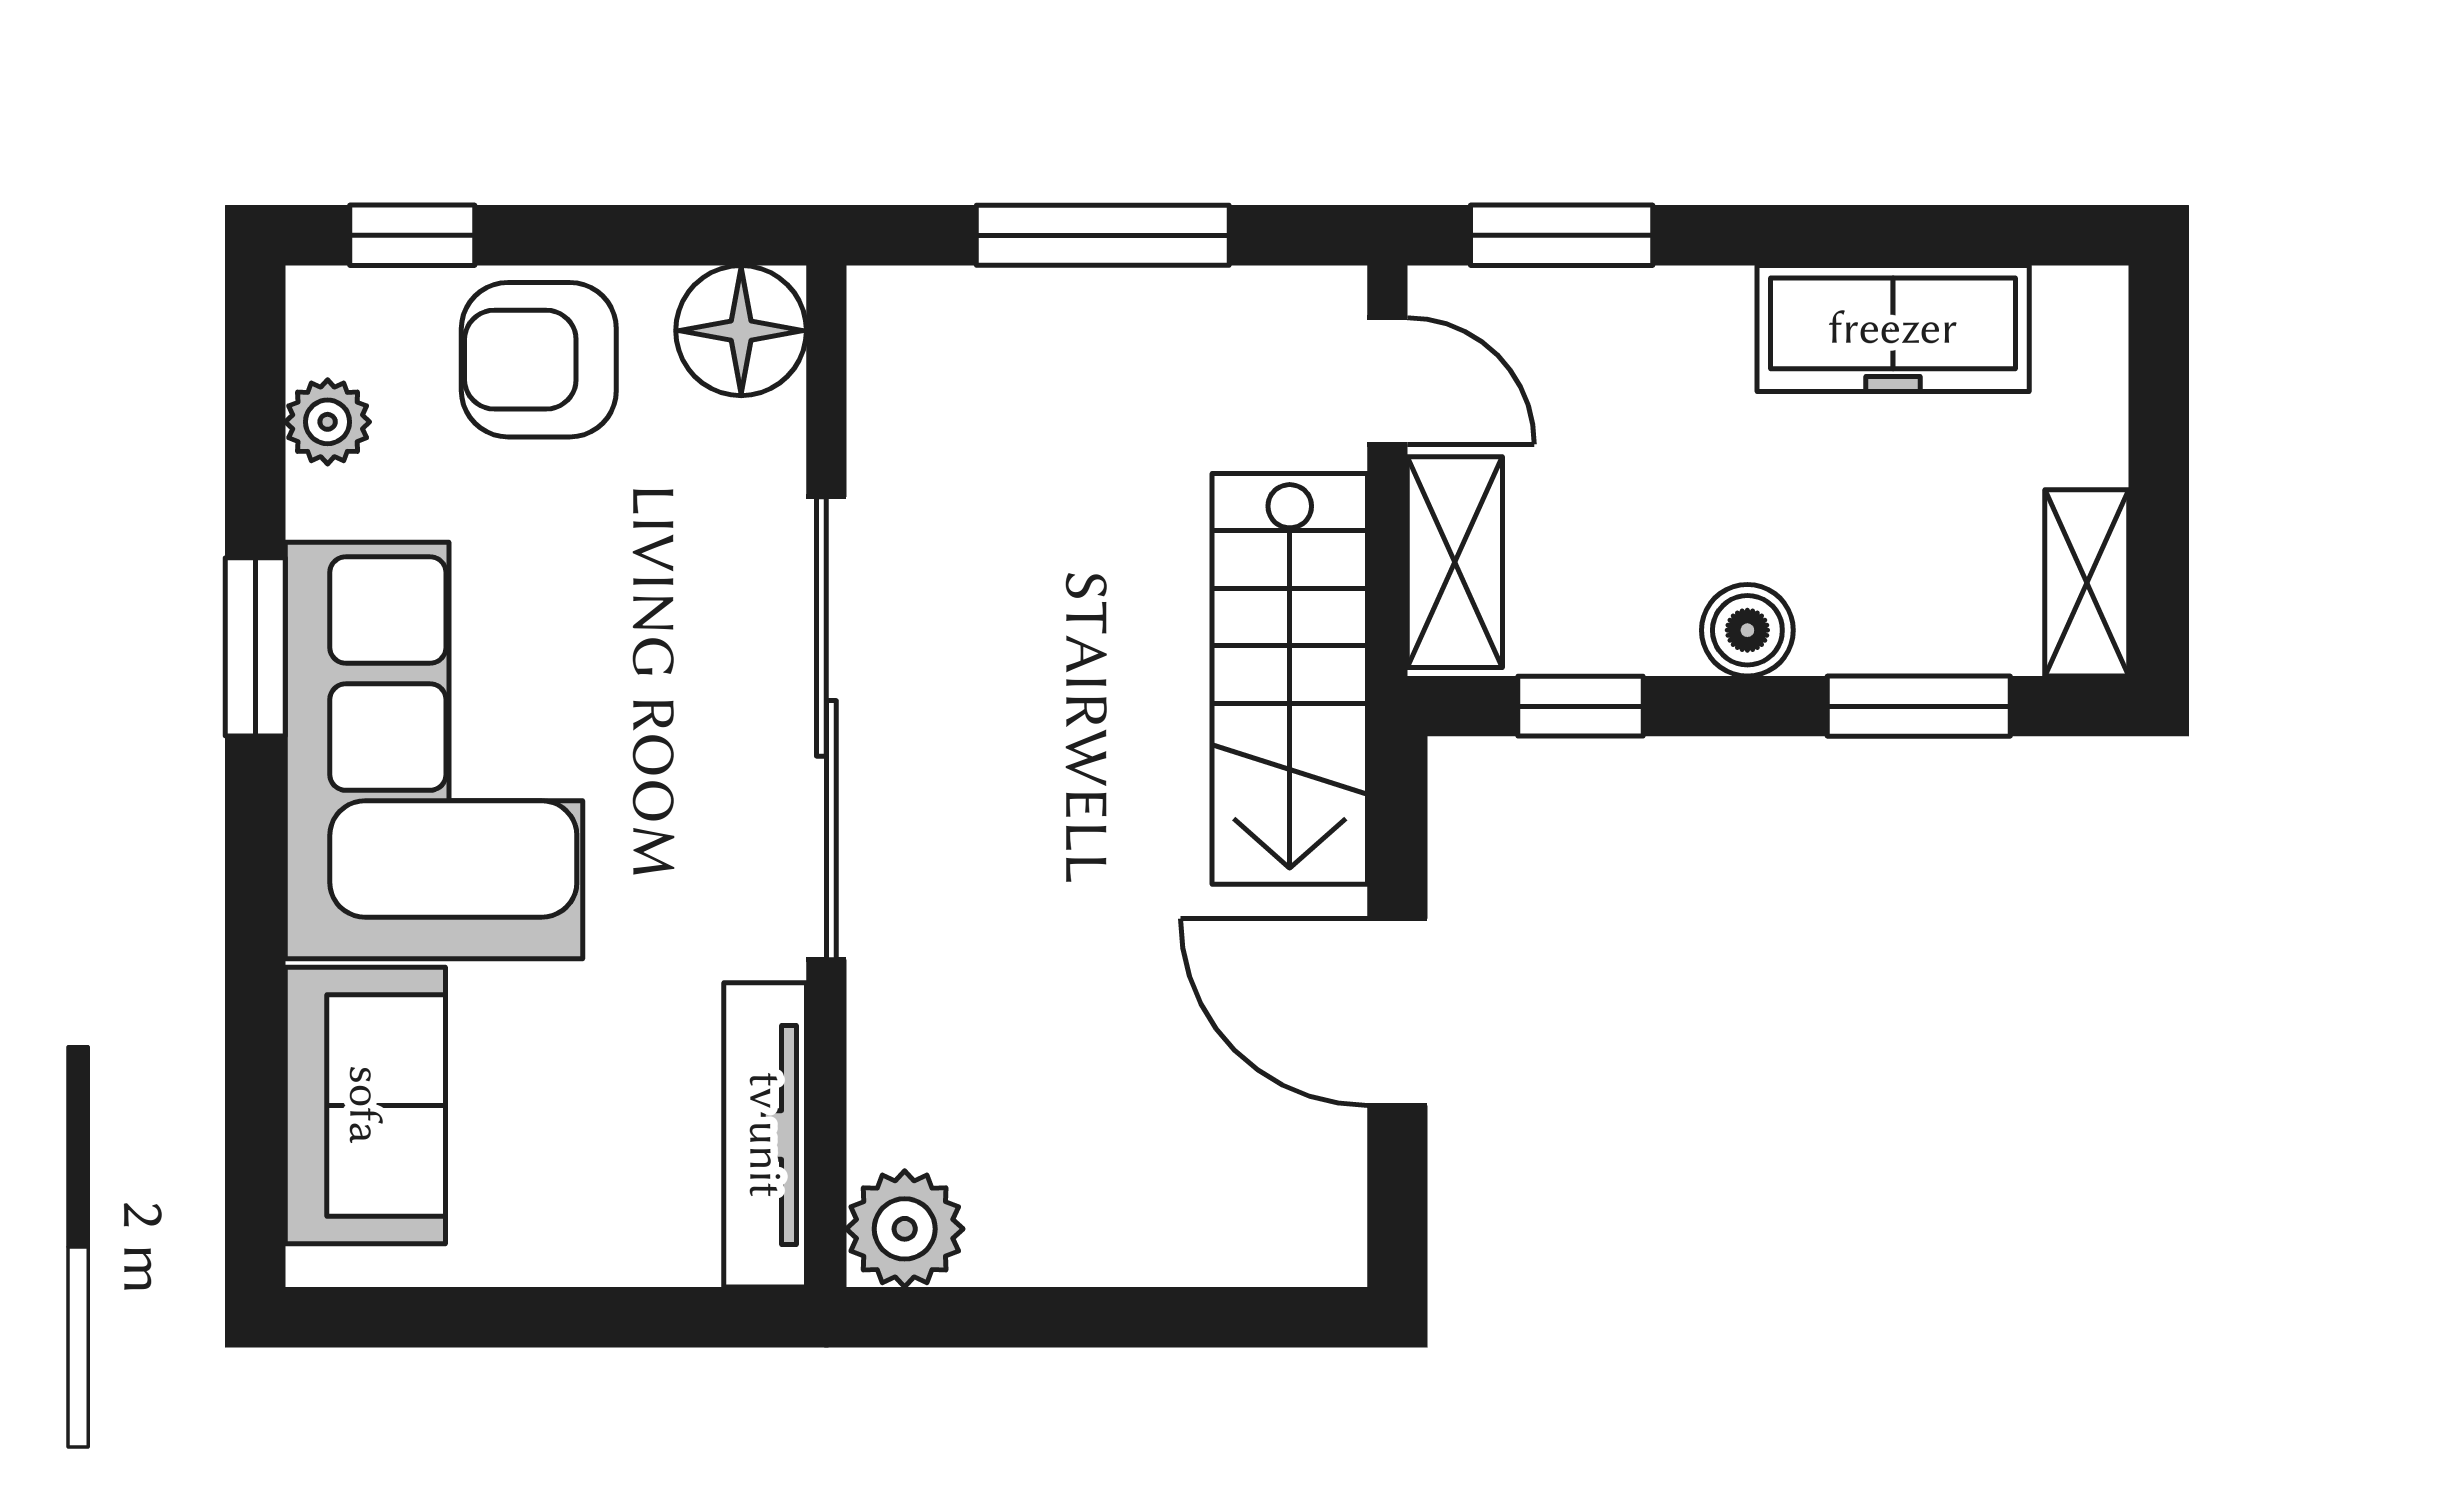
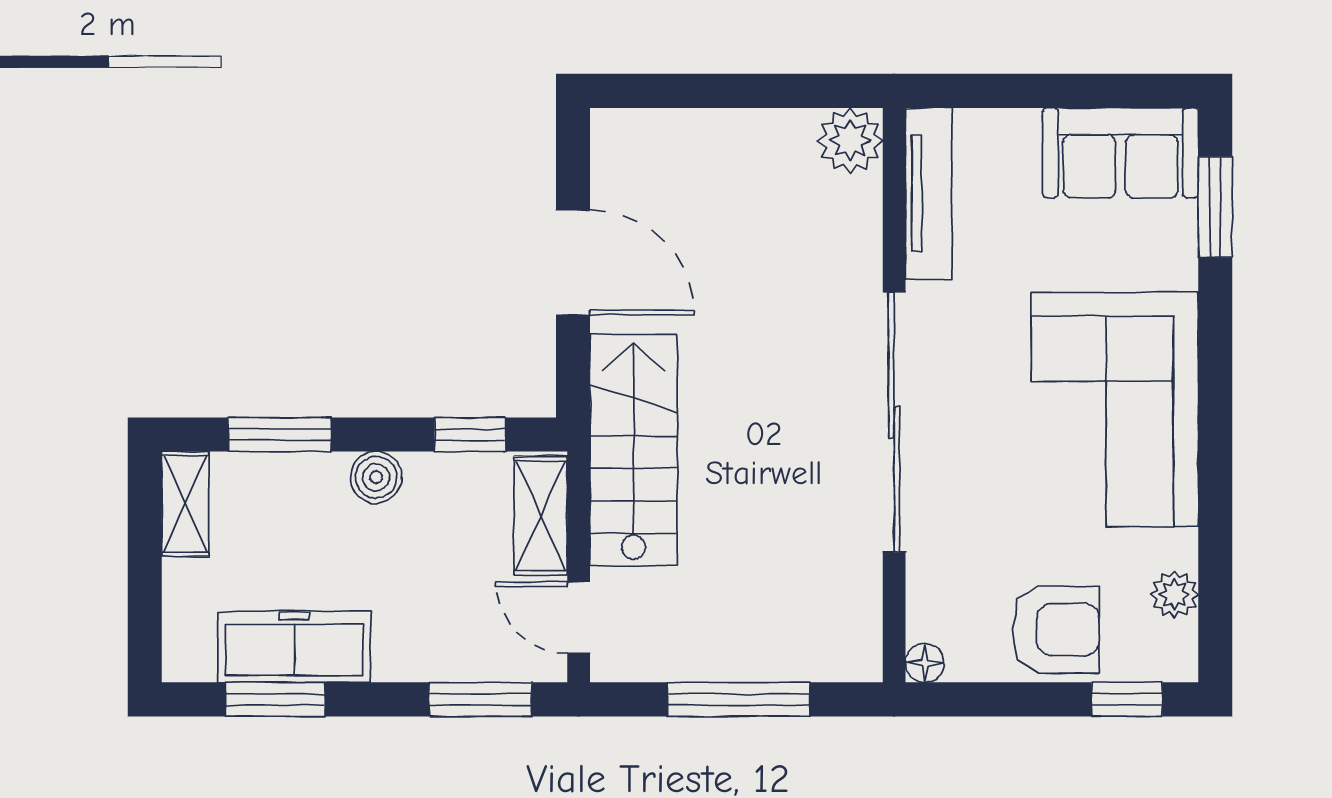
window: (1927, 235) -> (275, 699), added
floor lamp: (741, 331) -> (925, 663), width x0.53, depth x0.53
window: (255, 647) -> (1215, 207), moved
sofa: (365, 1105) -> (1120, 153), moved, turned -90

